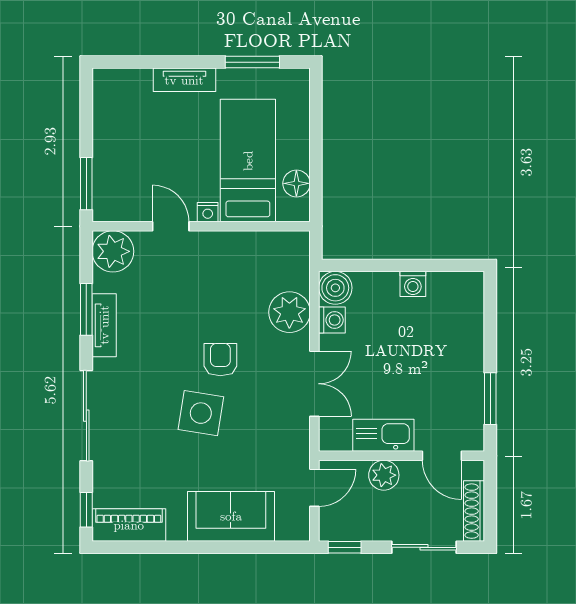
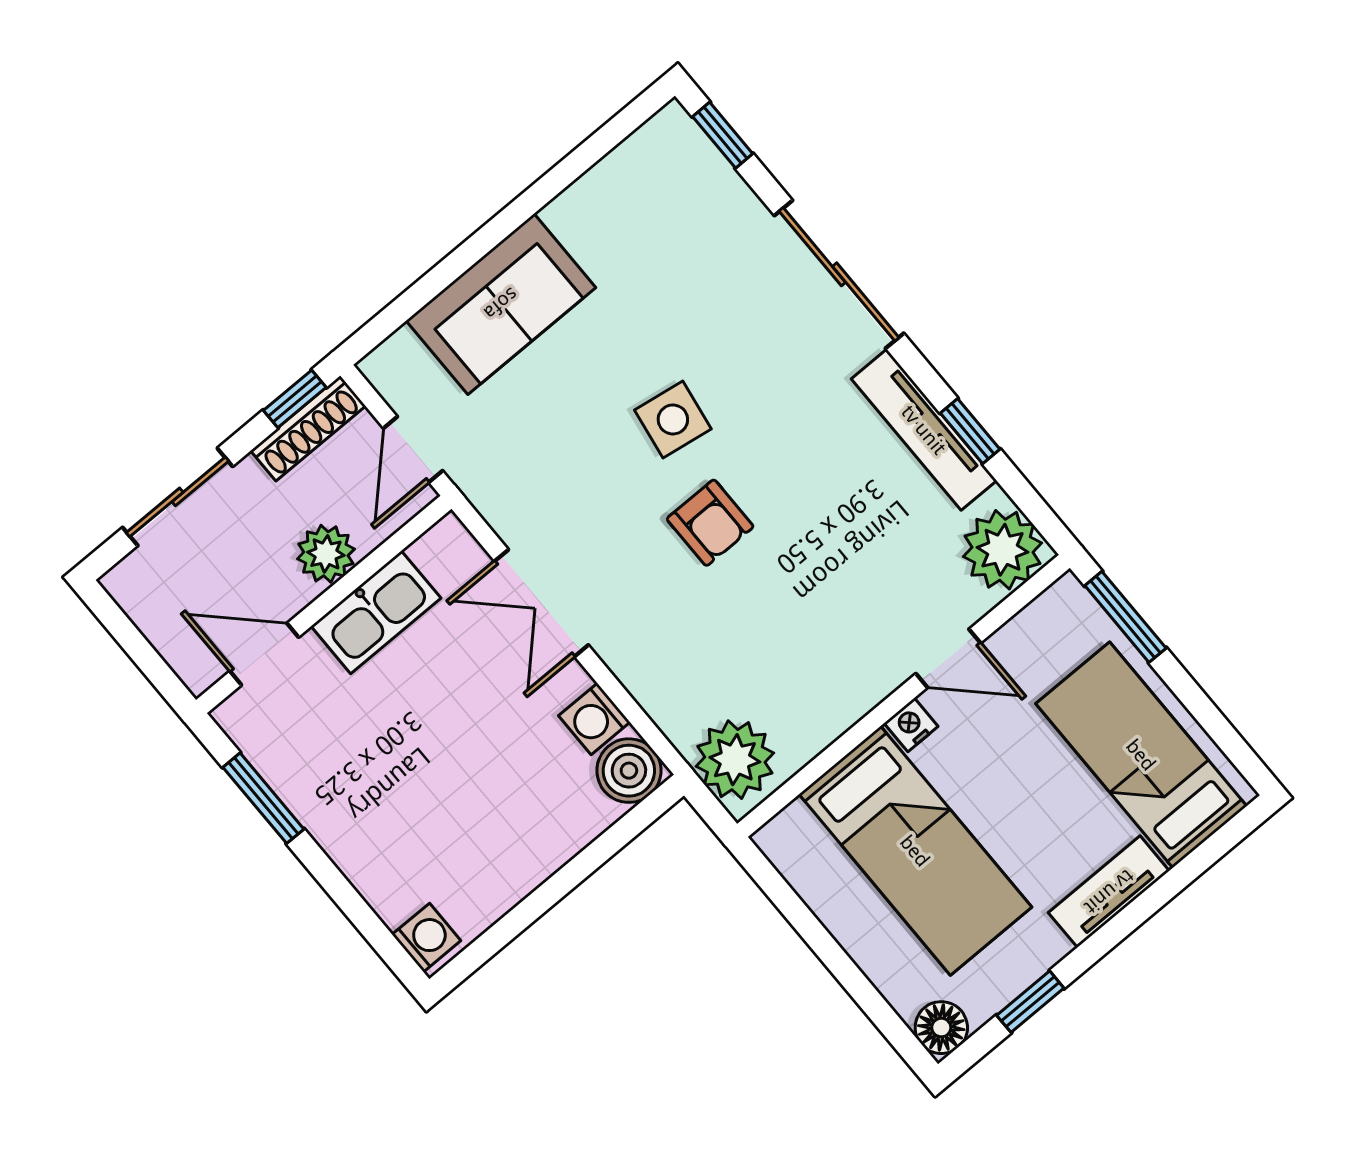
window: (252, 62) -> (1030, 1002), width x0.67
bed: (126, 123) -> (1141, 755), added
floor lamp: (296, 183) -> (941, 1028), moved
washing machine: (413, 284) -> (426, 938), moved, turned 90
window: (86, 309) -> (970, 431), width x0.67
plant: (289, 312) -> (735, 760), moved
tv unit: (104, 325) -> (924, 430), width x1.41
side table: (201, 413) -> (673, 419), width x0.73, depth x0.73
shoe rack: (474, 511) -> (308, 428), moved, turned 90
piano: (129, 525) -> (641, 165), removed

